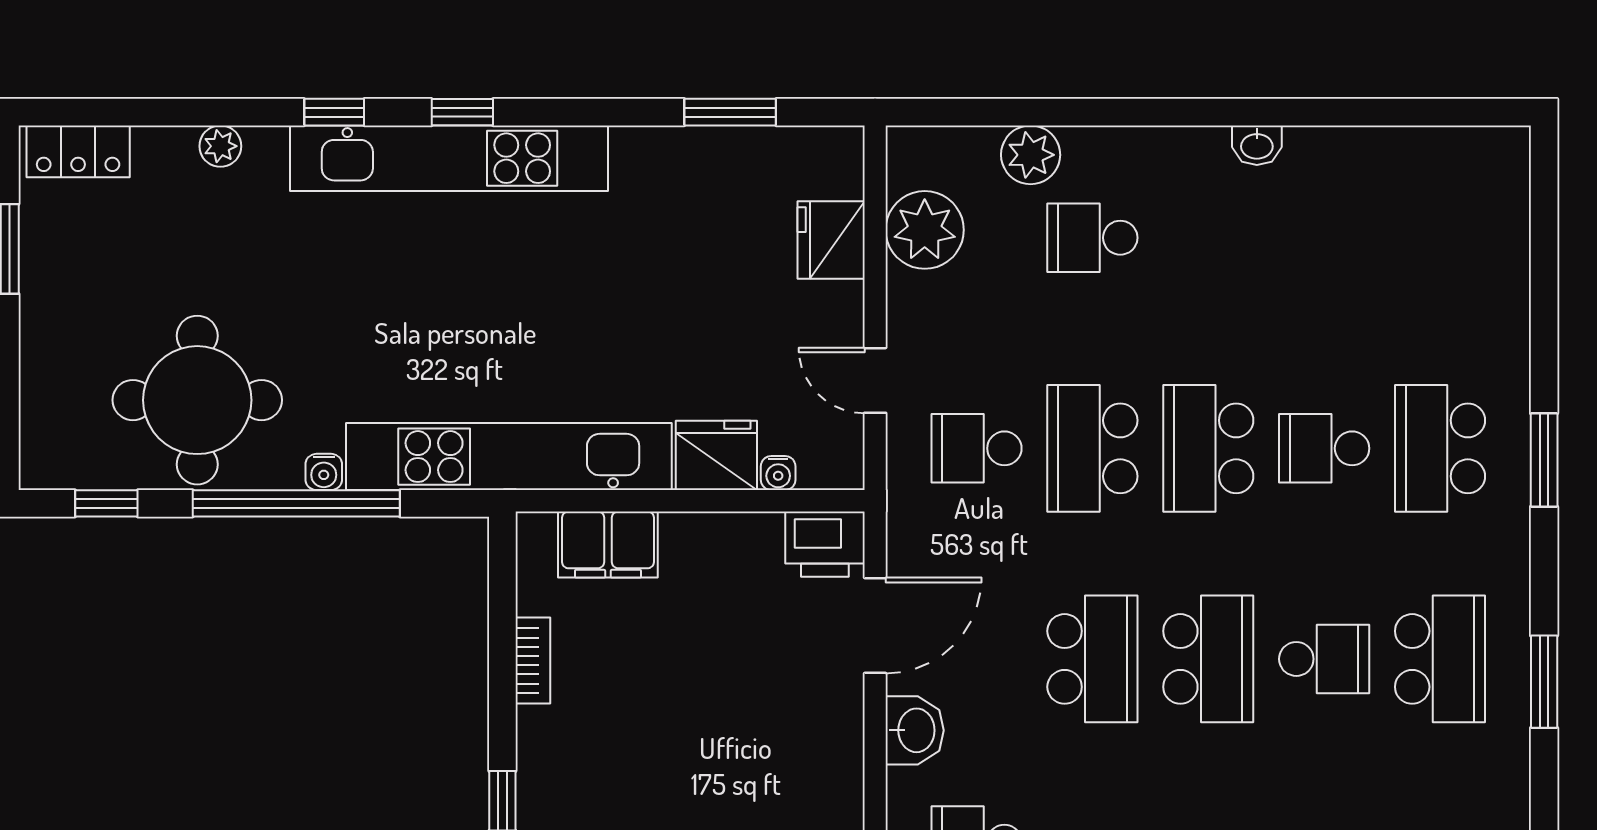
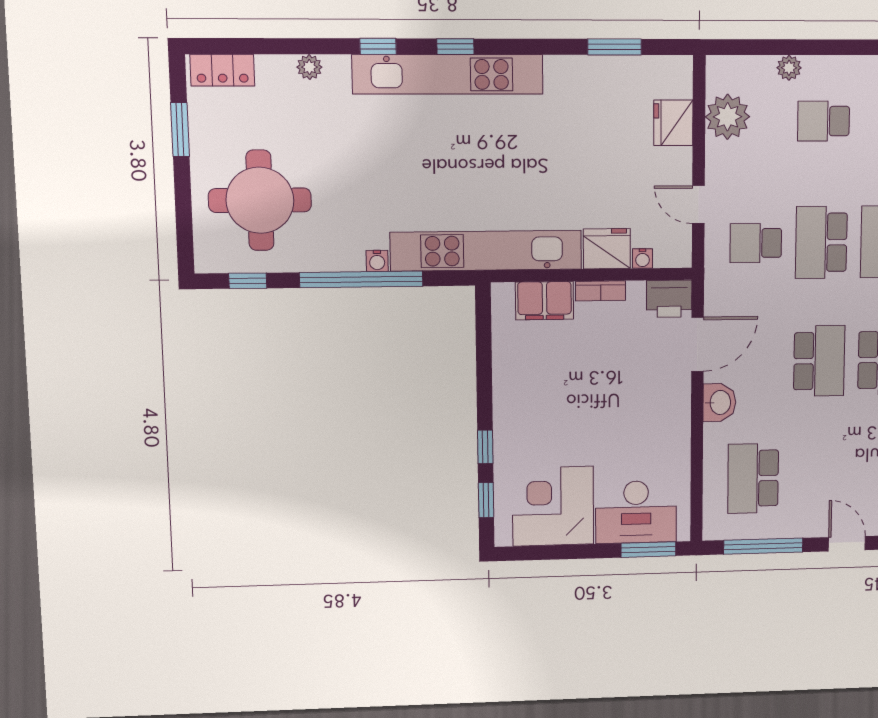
plant: (1031, 155) -> (789, 68), width x0.73, depth x0.73
round table: (197, 400) -> (260, 200), moved
bookcase: (533, 661) -> (601, 291), moved, turned 90

